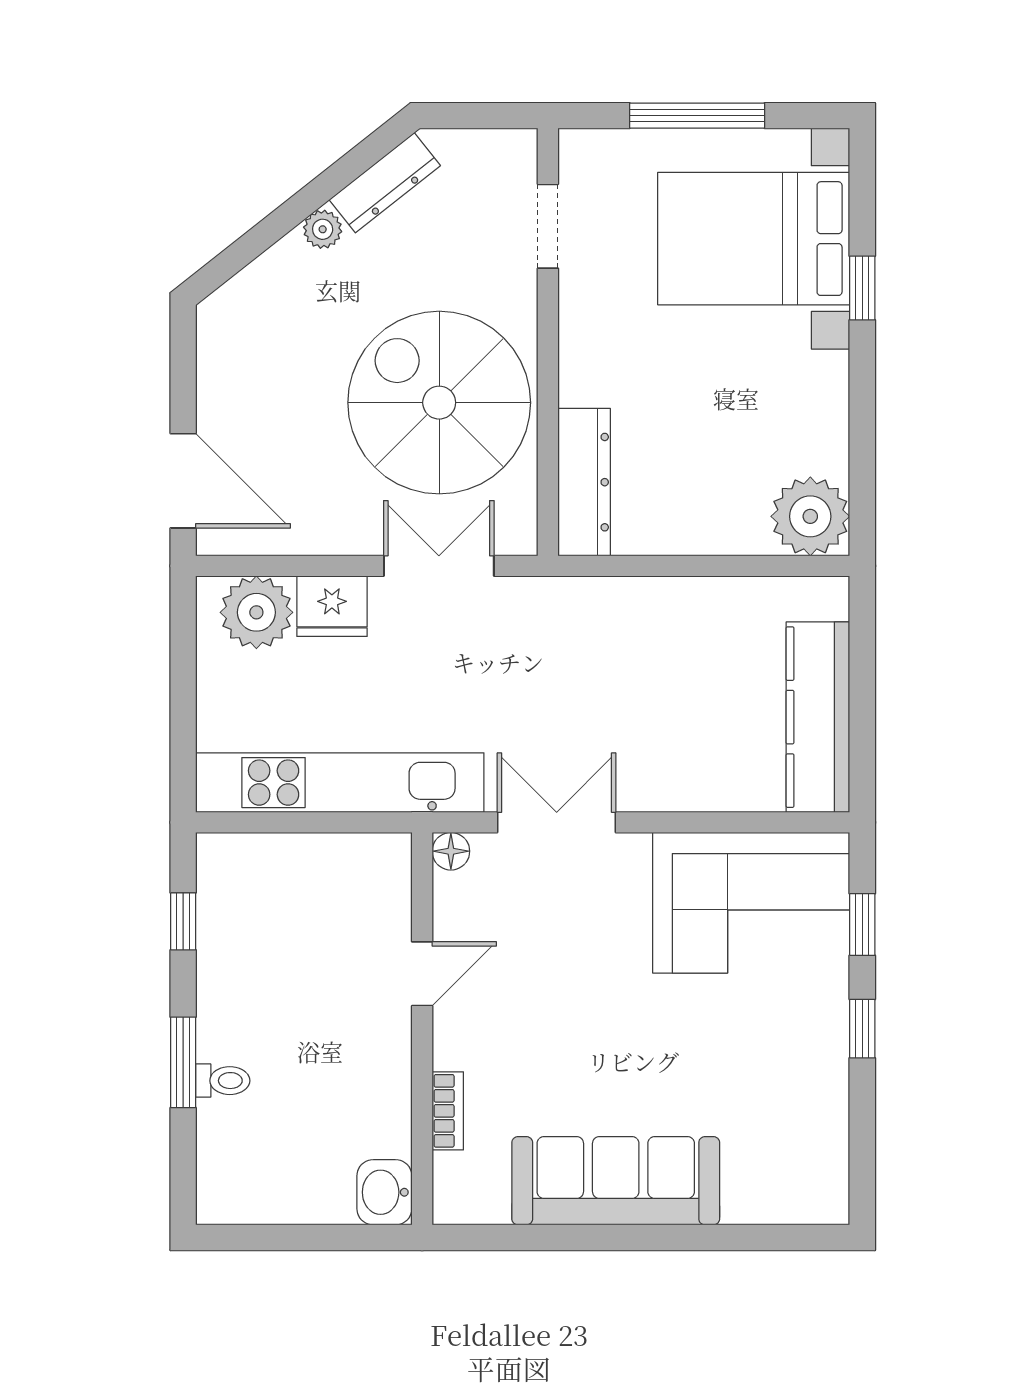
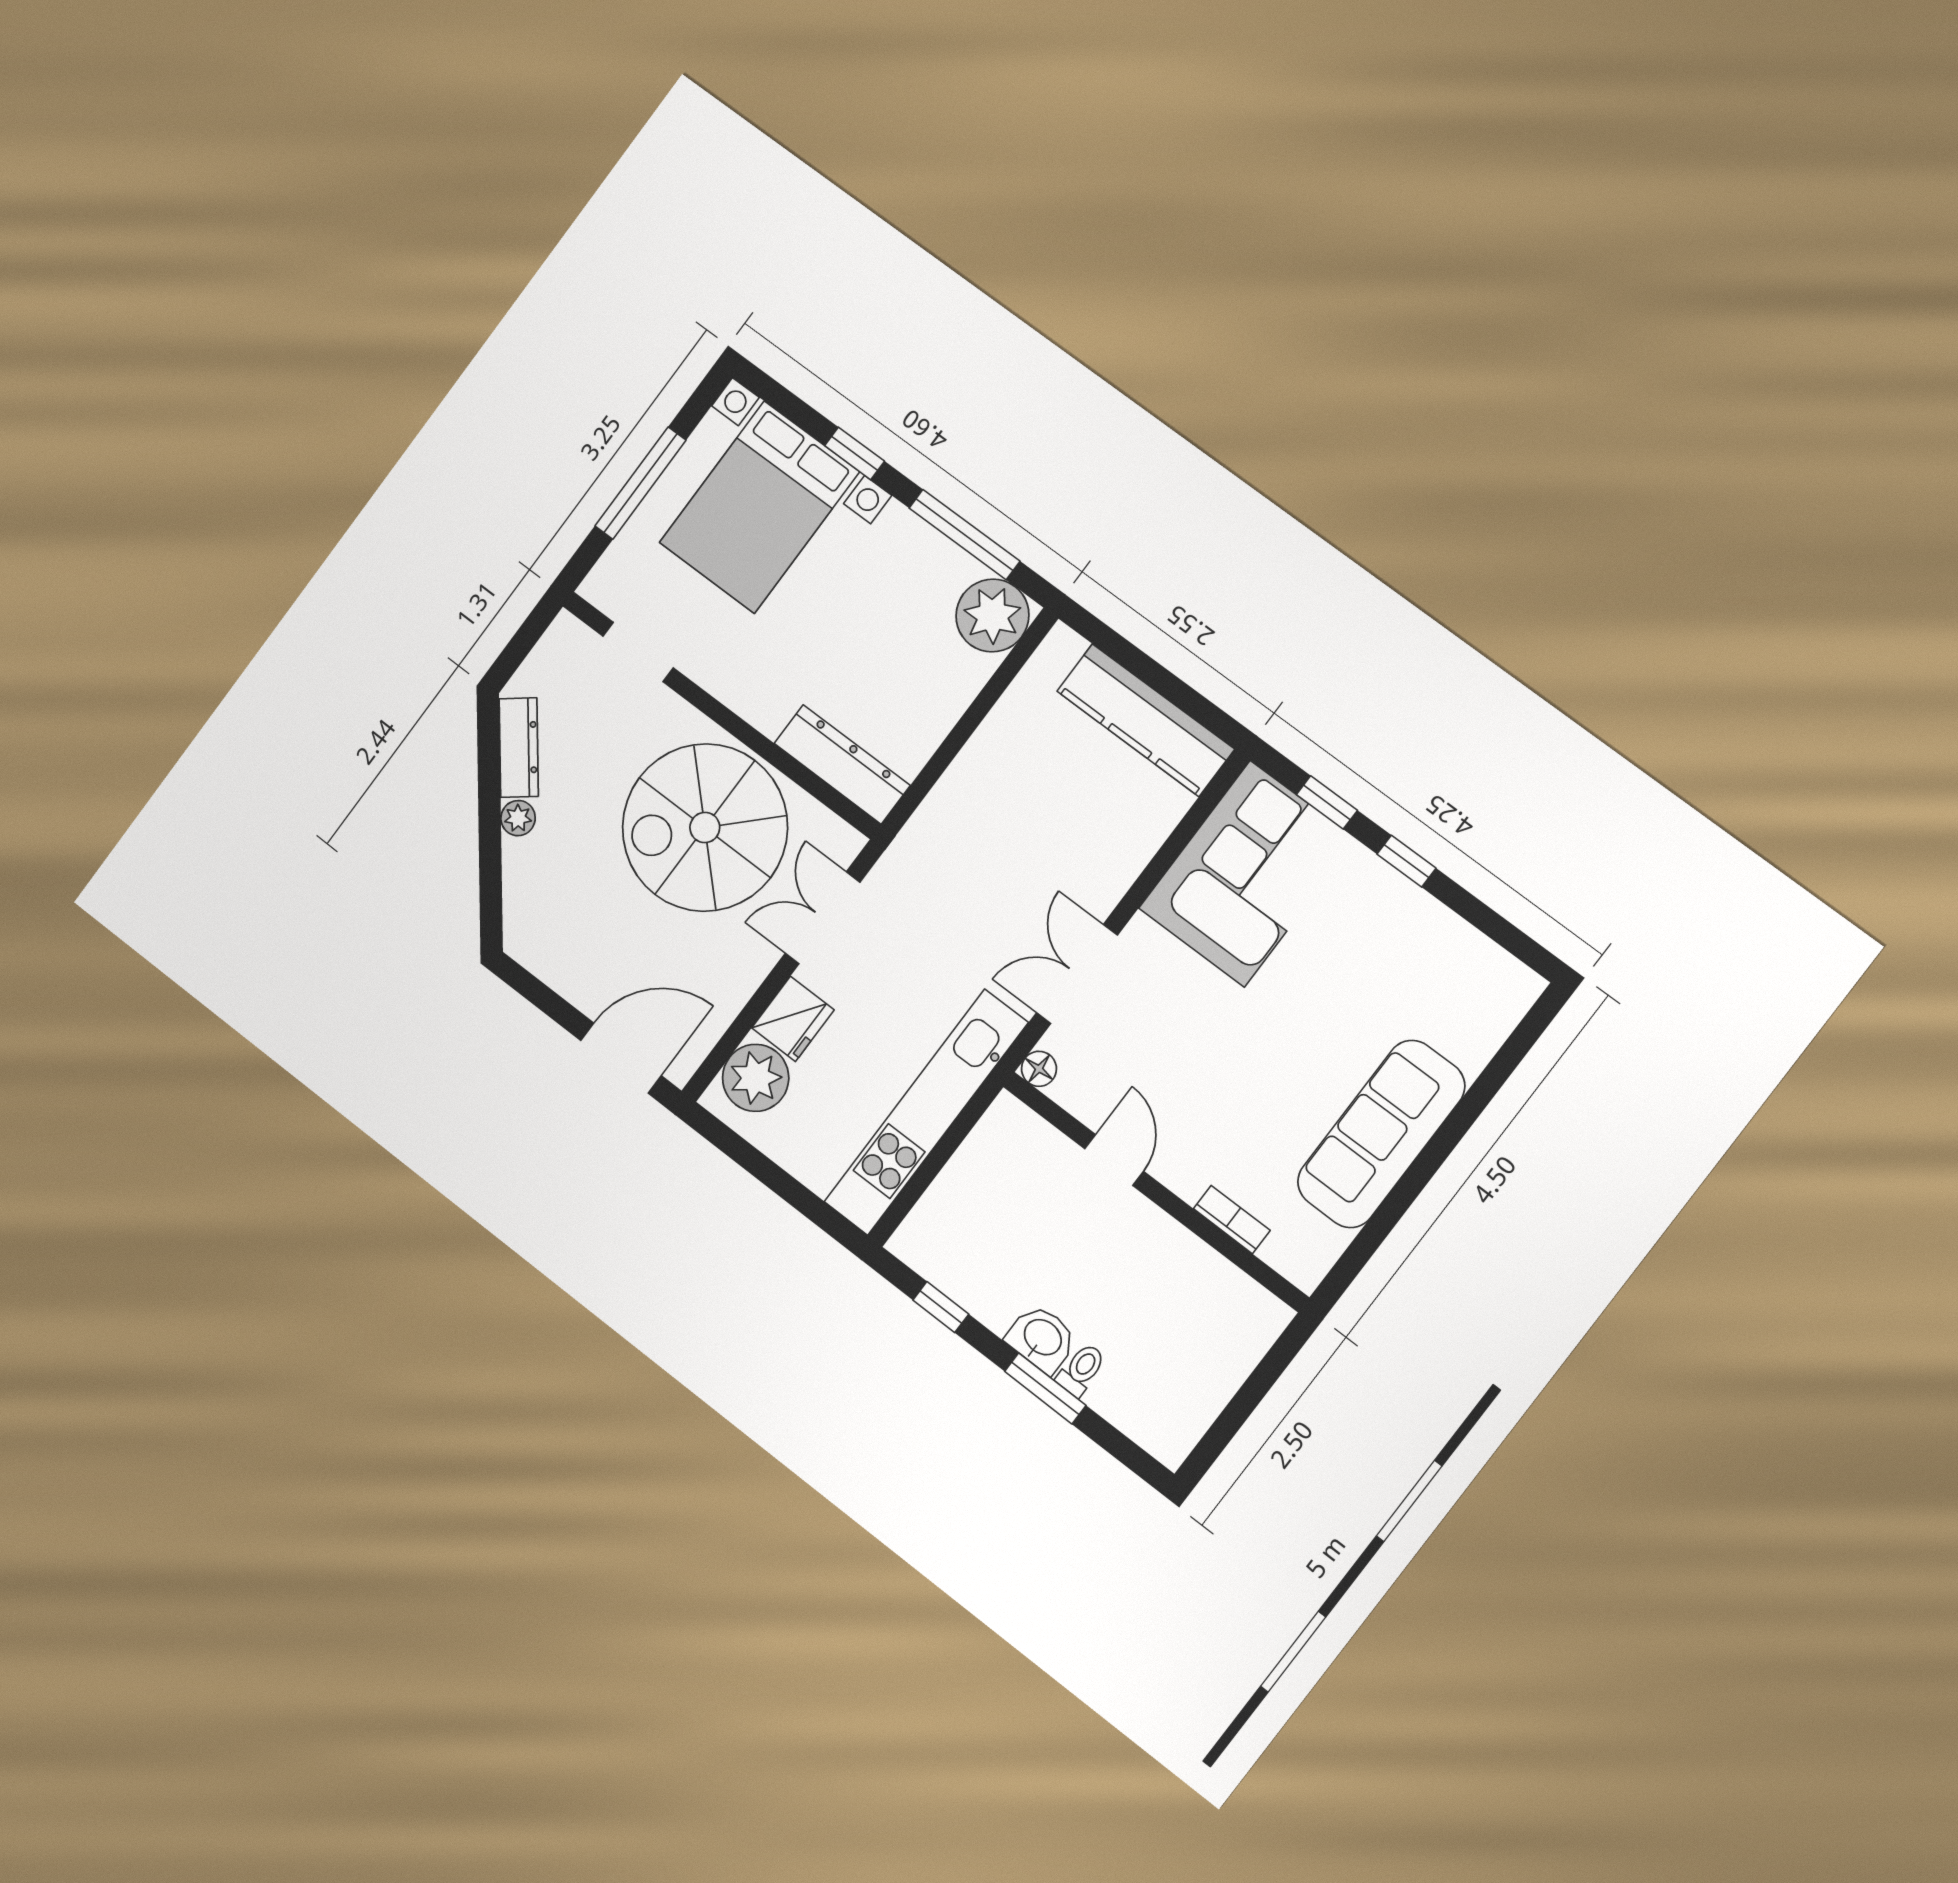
window: (862, 439) -> (964, 535), added
washbasin: (384, 1192) -> (1042, 1338), moved, turned 180

